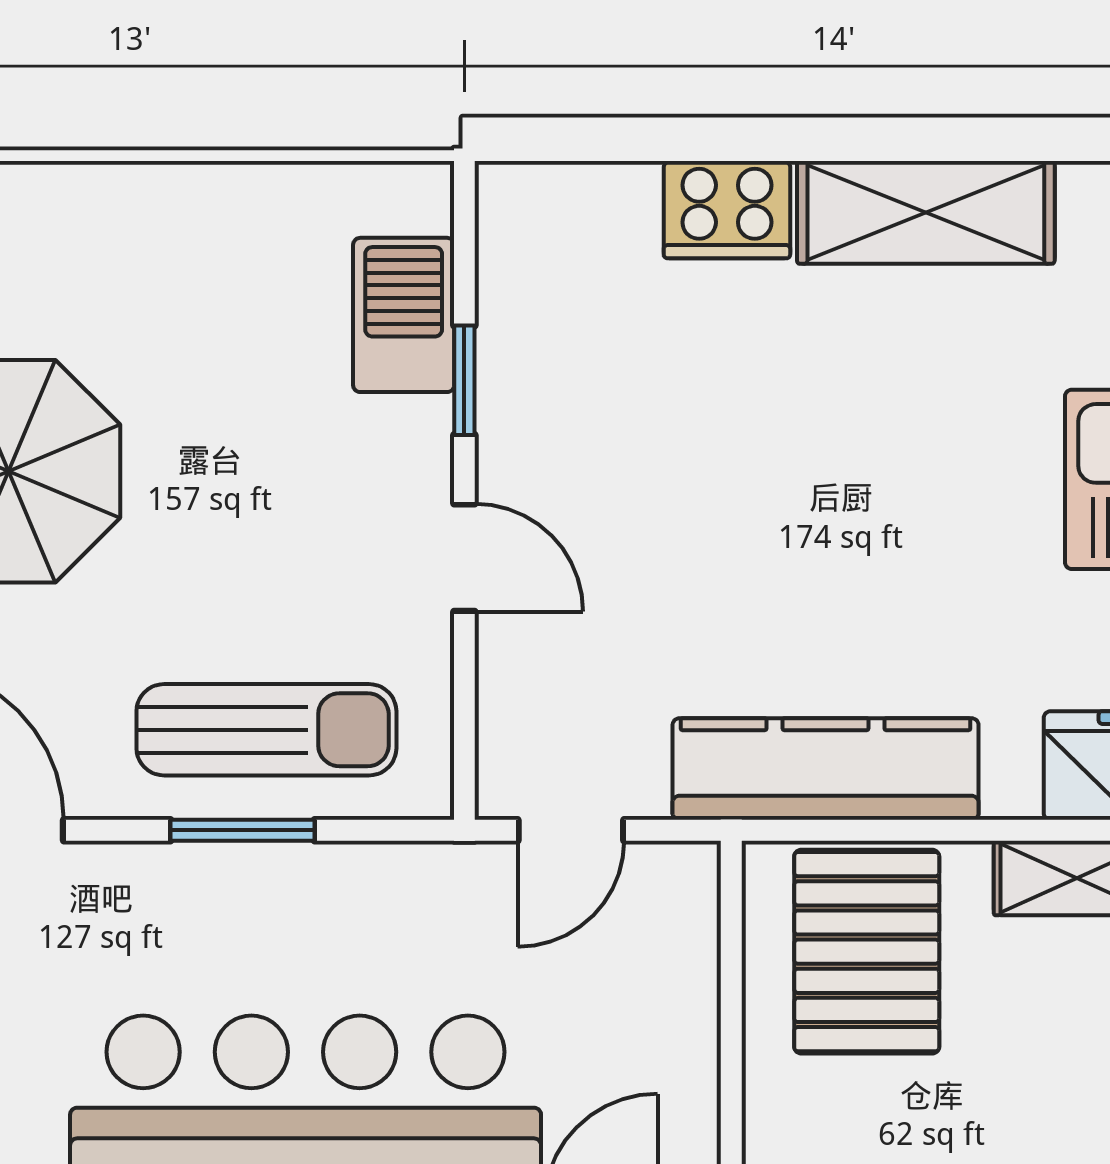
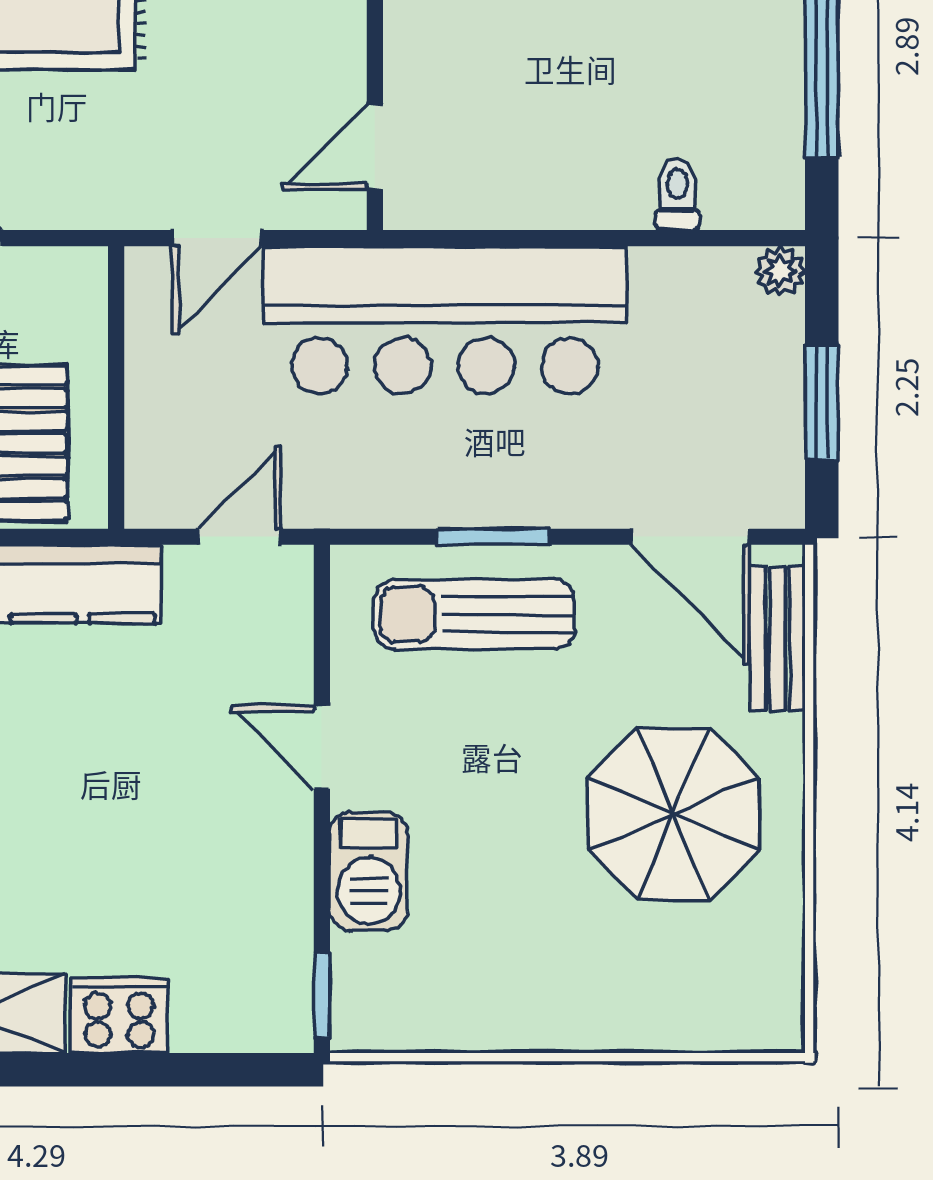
barbecue: (404, 315) -> (369, 871), moved
window: (464, 380) -> (322, 996), moved

